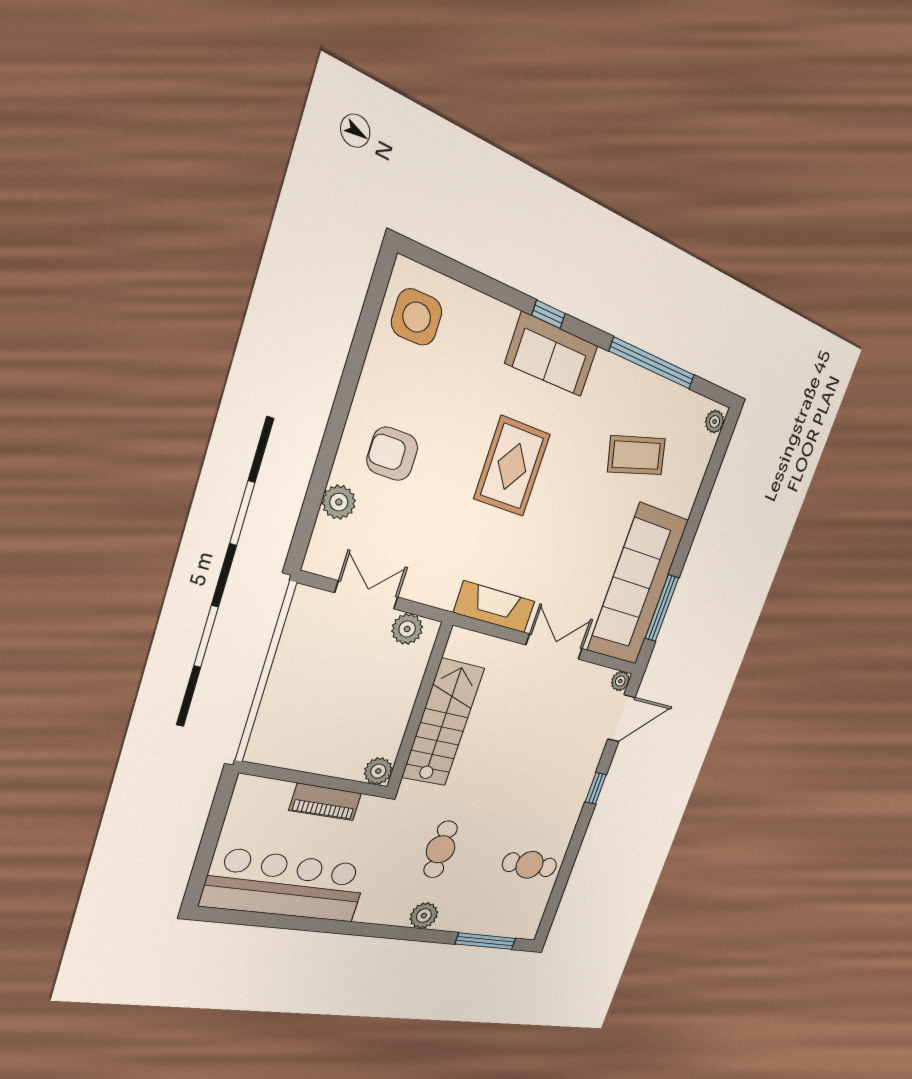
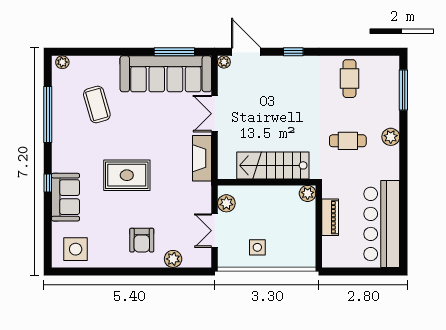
sofa: (552, 355) -> (65, 197), moved
side table: (312, 665) -> (257, 247), added

